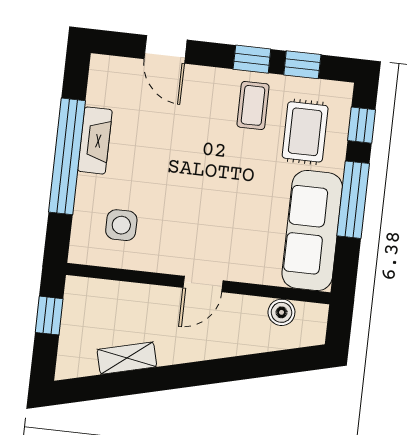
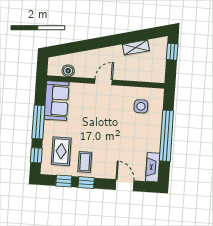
fireplace: (95, 140) -> (153, 167), moved
sofa: (312, 231) -> (57, 101), width x0.73
window: (49, 316) -> (172, 52), moved

